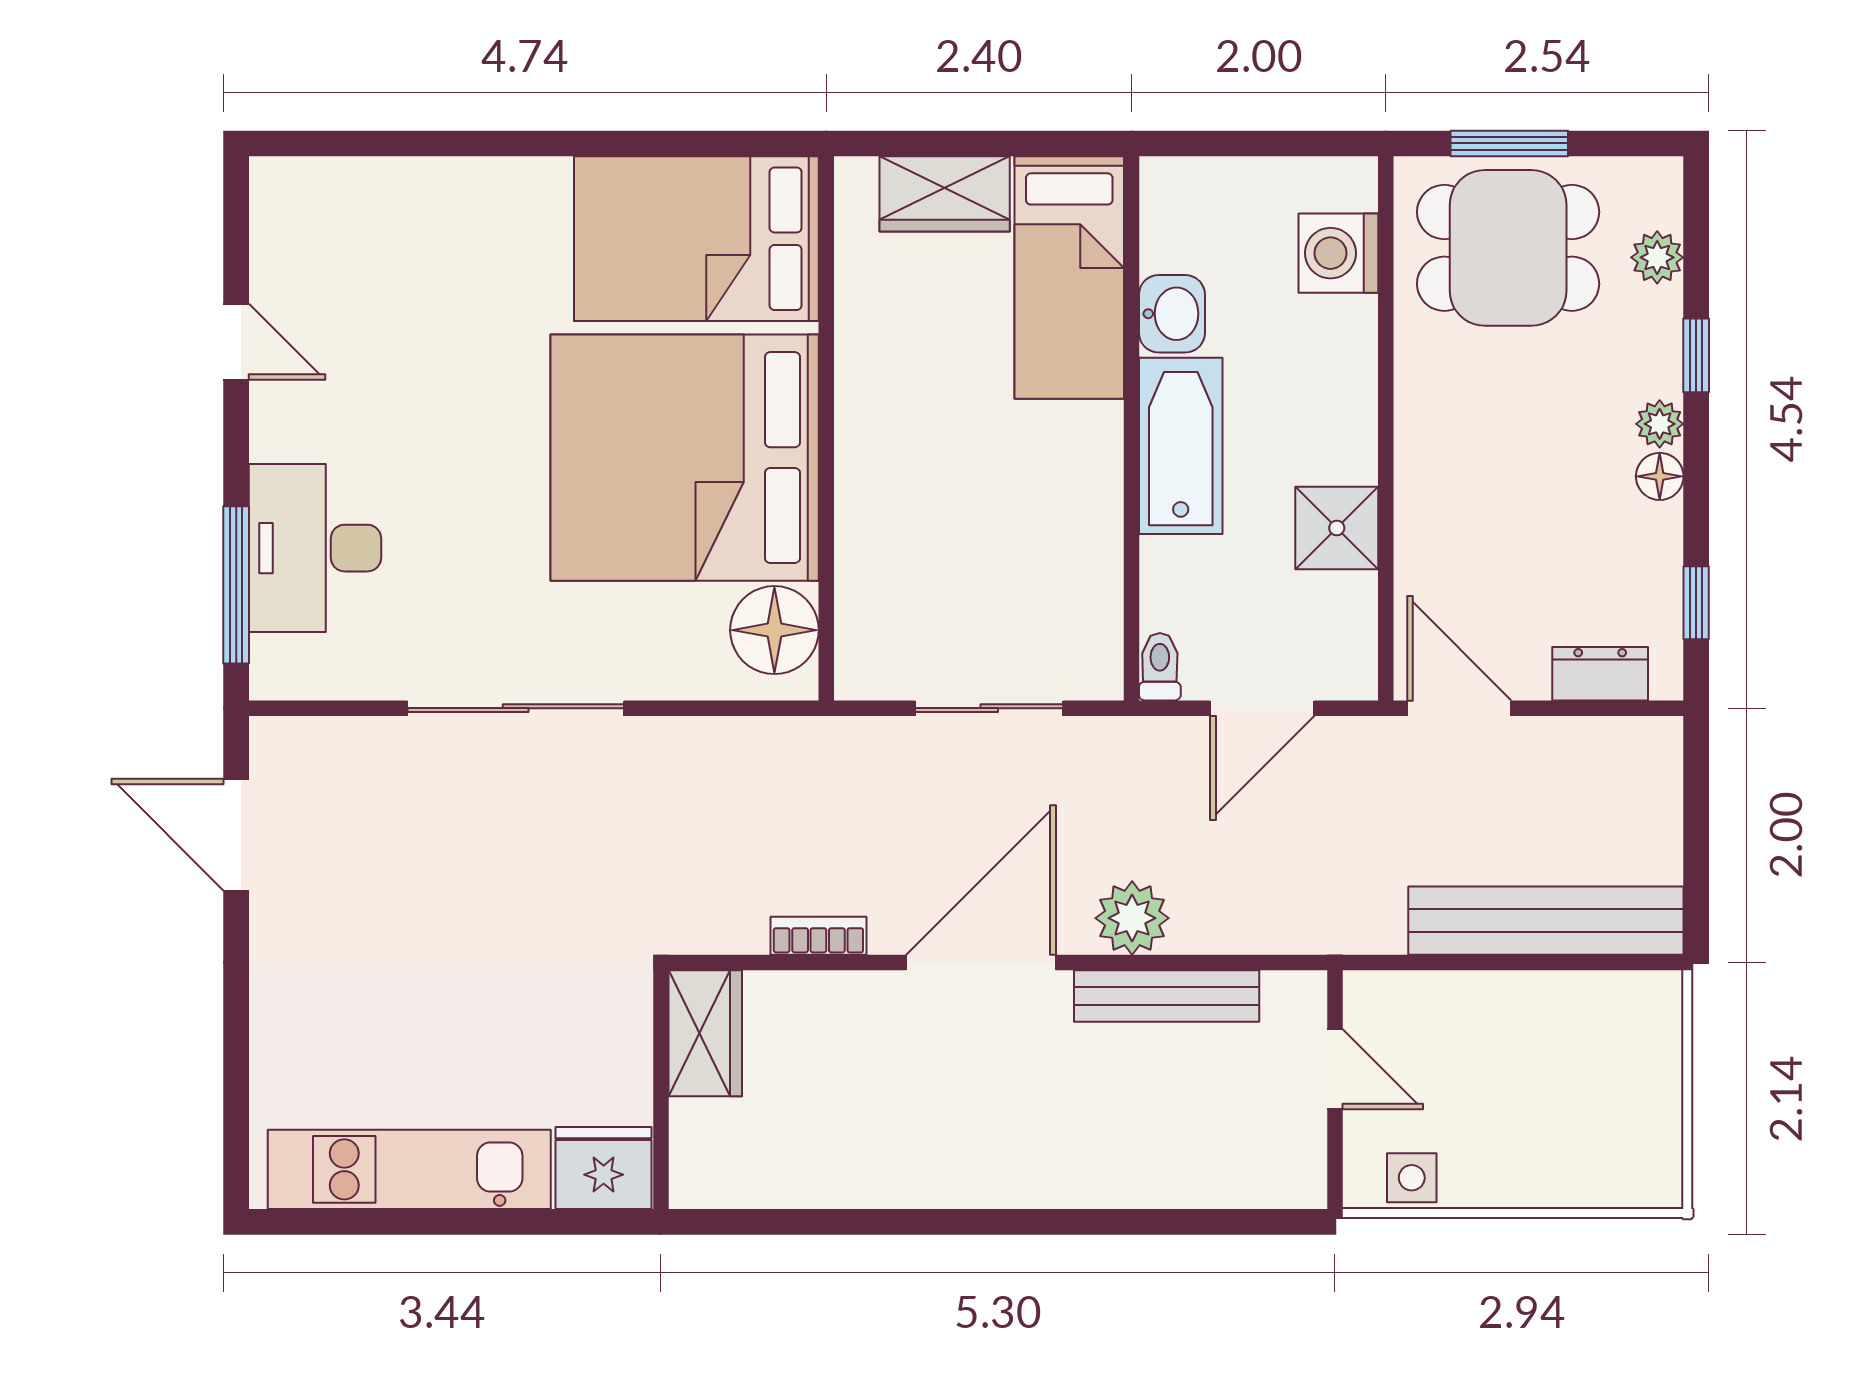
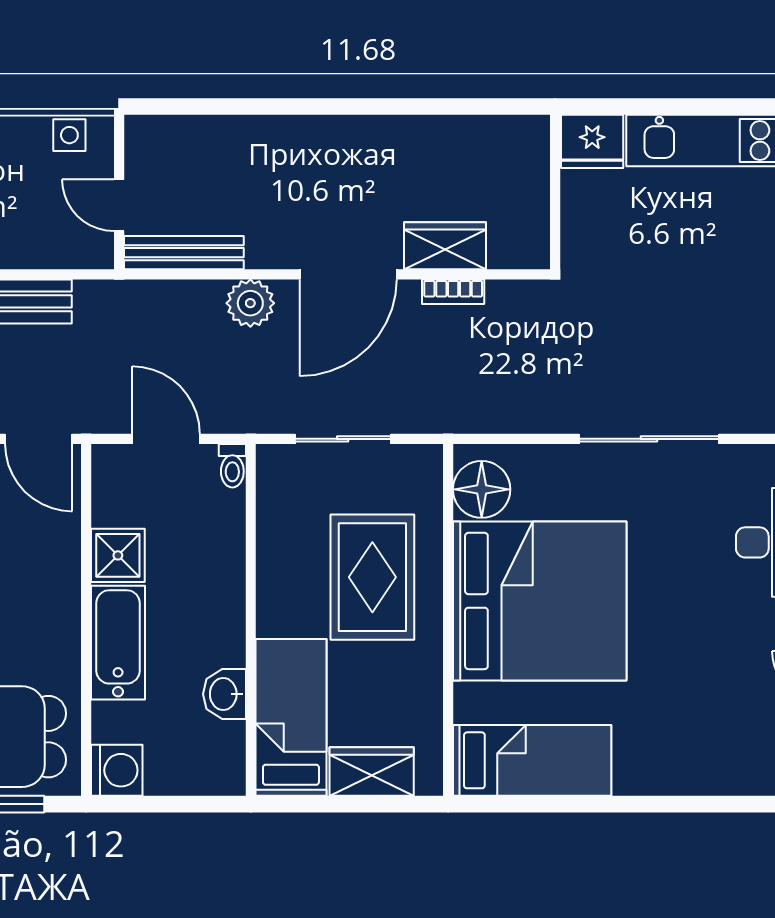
bed: (696, 239) -> (532, 760), width x0.67
washing machine: (1338, 253) -> (117, 770), moved
bathtub: (1181, 446) -> (118, 643), moved, turned 180
rug: (943, 494) -> (372, 577), added
door: (1262, 708) -> (166, 439), hinge flipped
bench: (1167, 996) -> (184, 253), moved
wardrobe: (705, 1033) -> (445, 246), moved, turned 90

